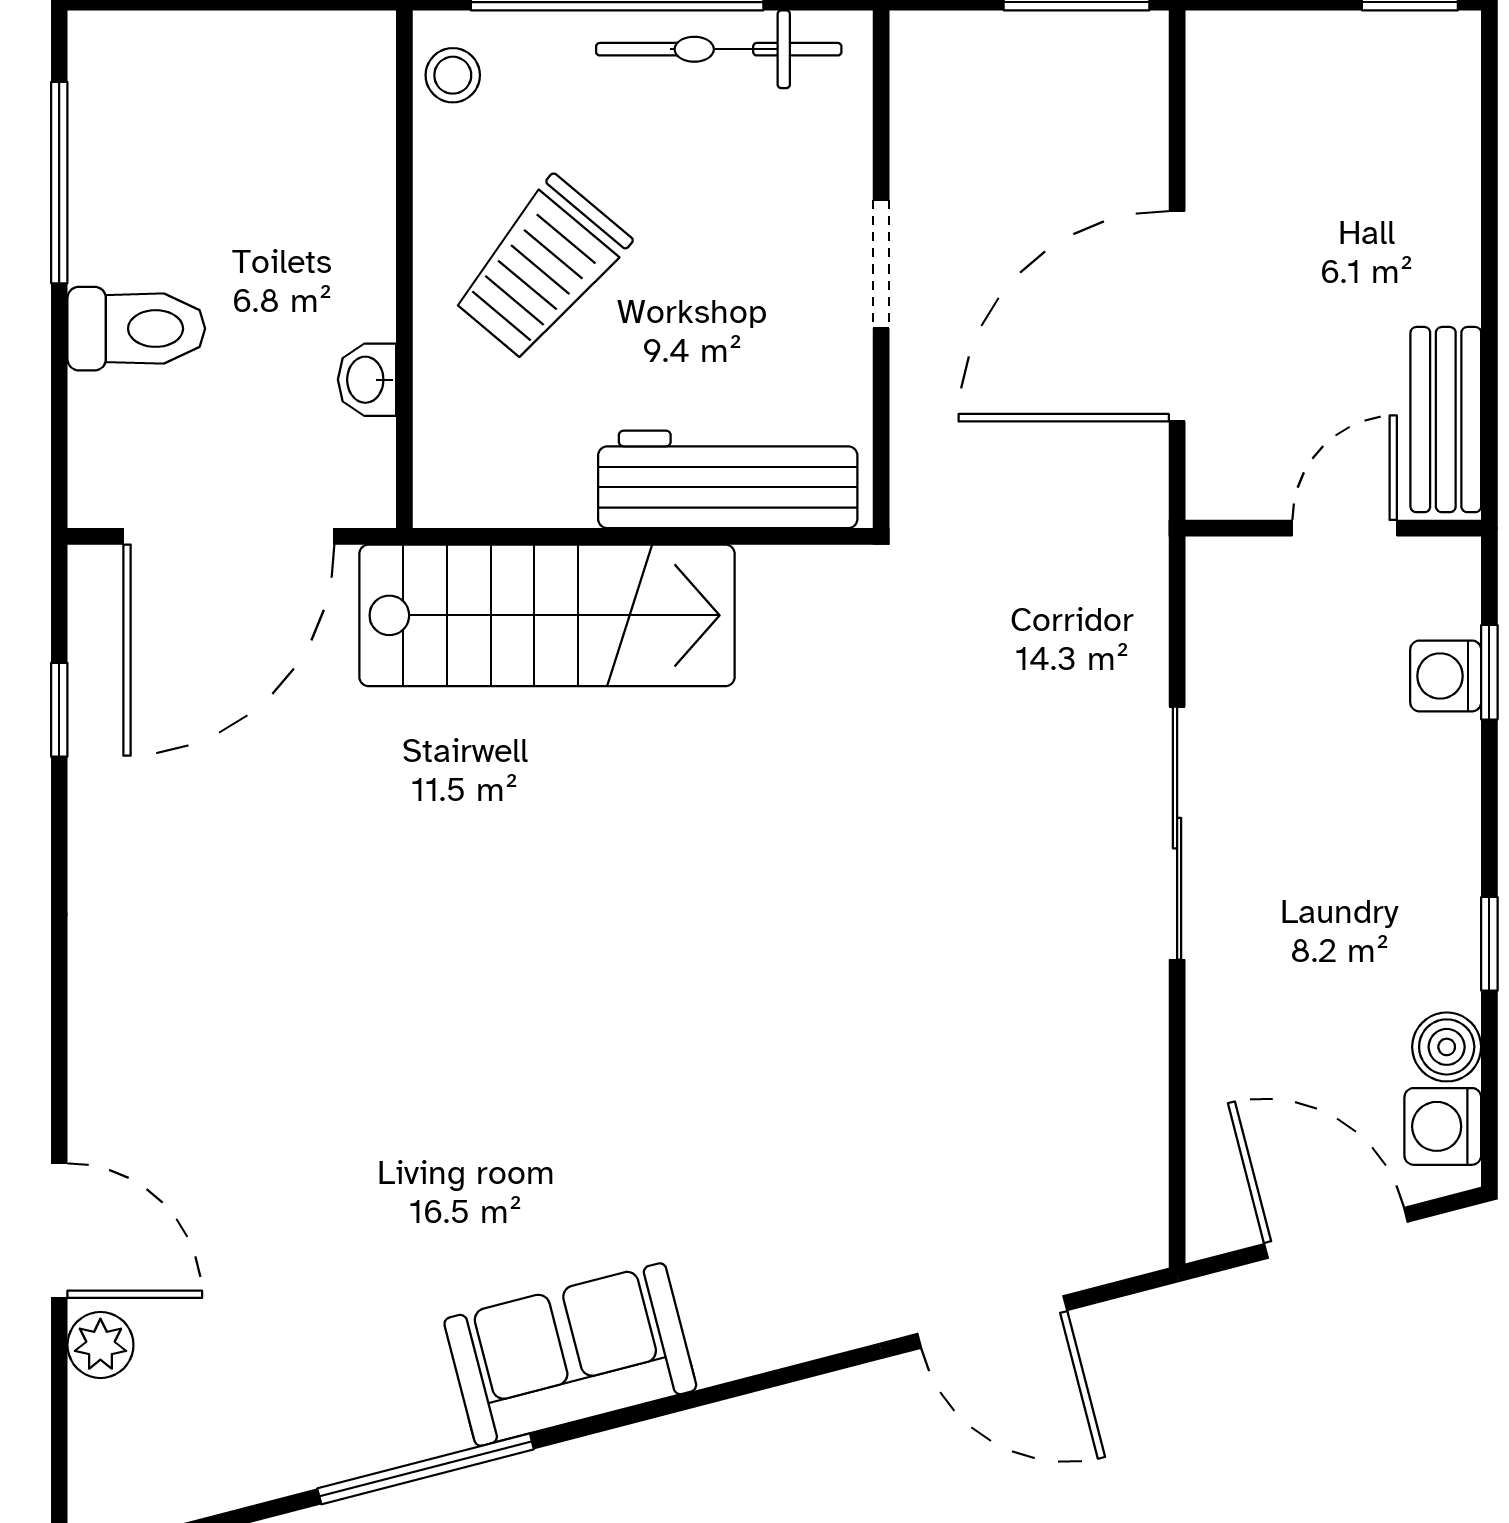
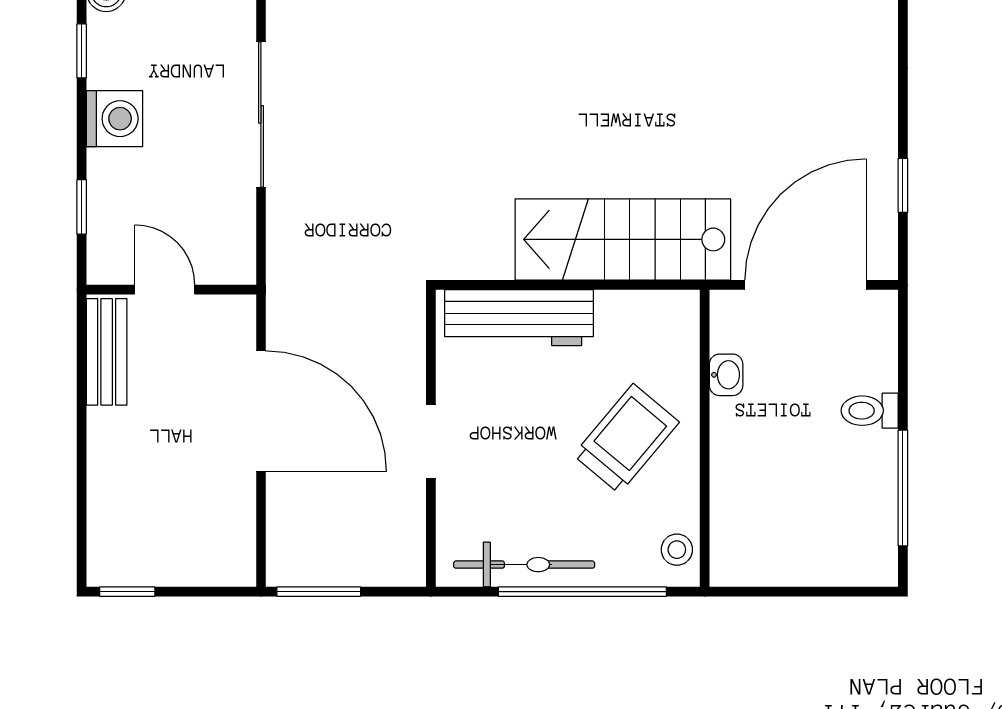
door: (1177, 316) -> (261, 411), hinge flipped
toilet: (136, 329) -> (870, 411), width x0.73, depth x0.72
door: (1345, 528) -> (165, 290), swing flipped
washing machine: (1446, 676) -> (114, 119), moved, width x1.38, depth x1.38

